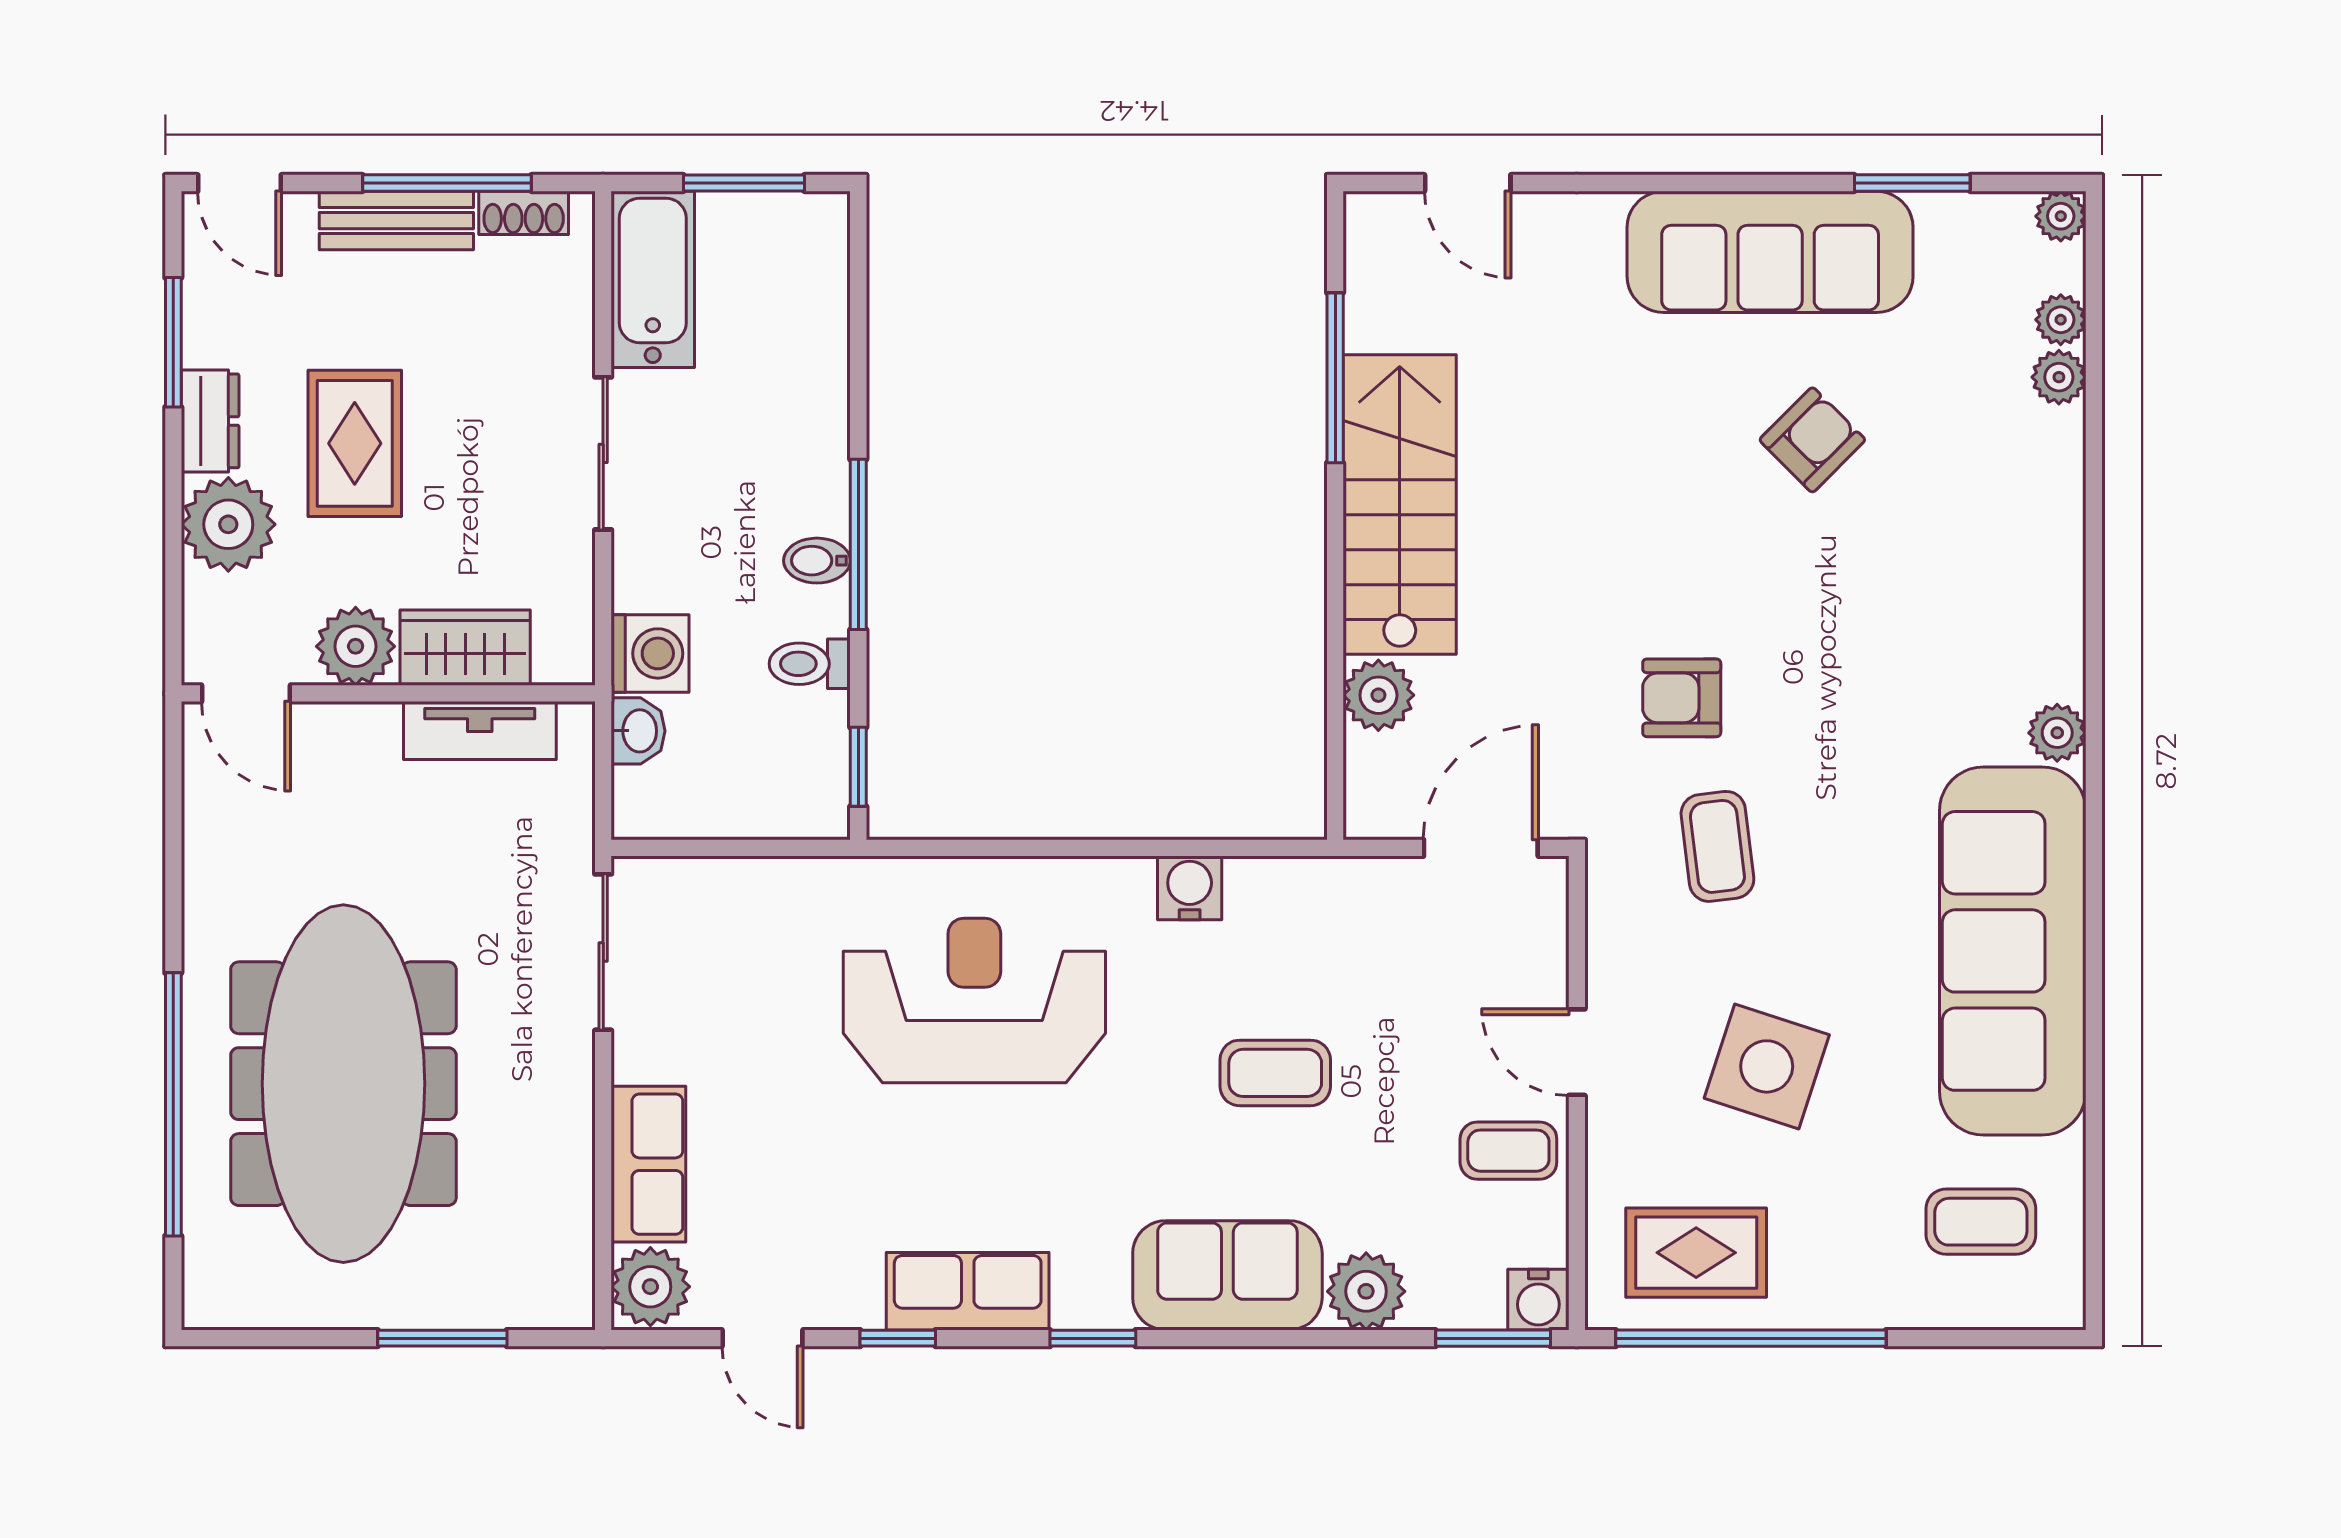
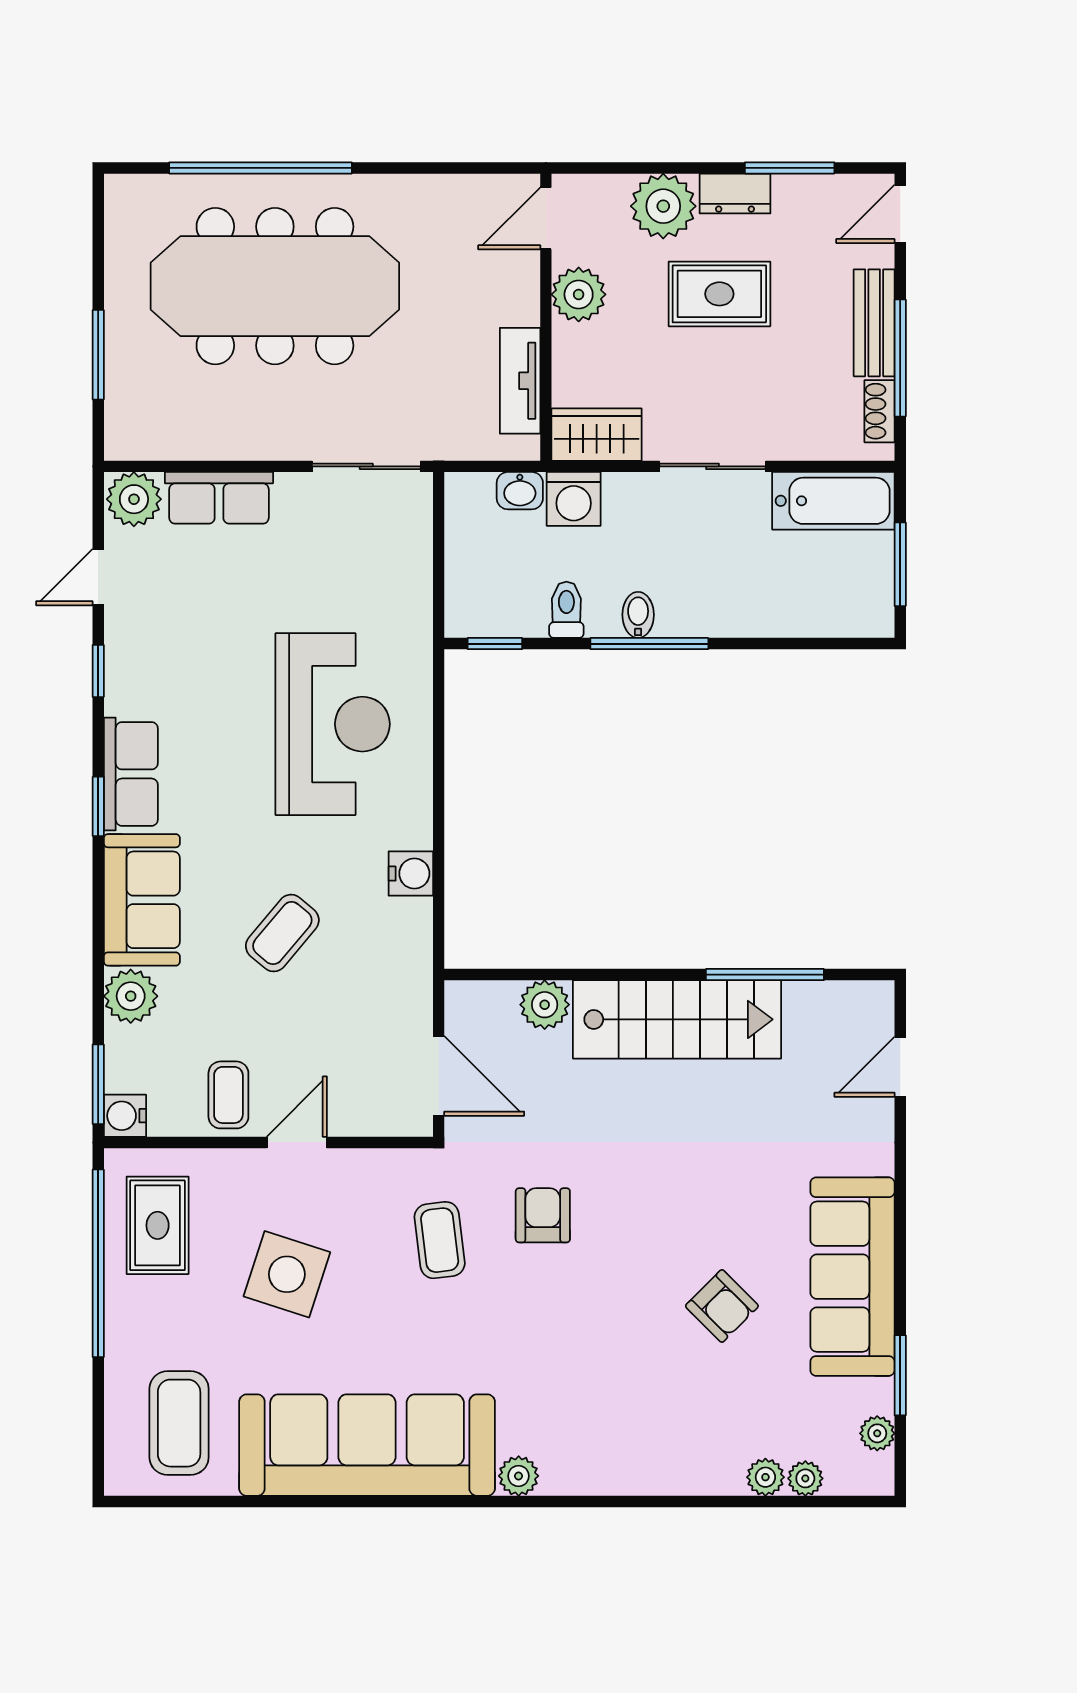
plant: (2061, 216) -> (877, 1433), moved
wardrobe: (465, 648) -> (597, 435), moved, turned -90
coffee table: (1717, 846) -> (440, 1240), turned 90
coffee table: (1275, 1073) -> (282, 933), turned 40
coffee table: (1981, 1222) -> (179, 1423), width x1.36, depth x1.30
row of seats: (968, 1291) -> (131, 774), moved

